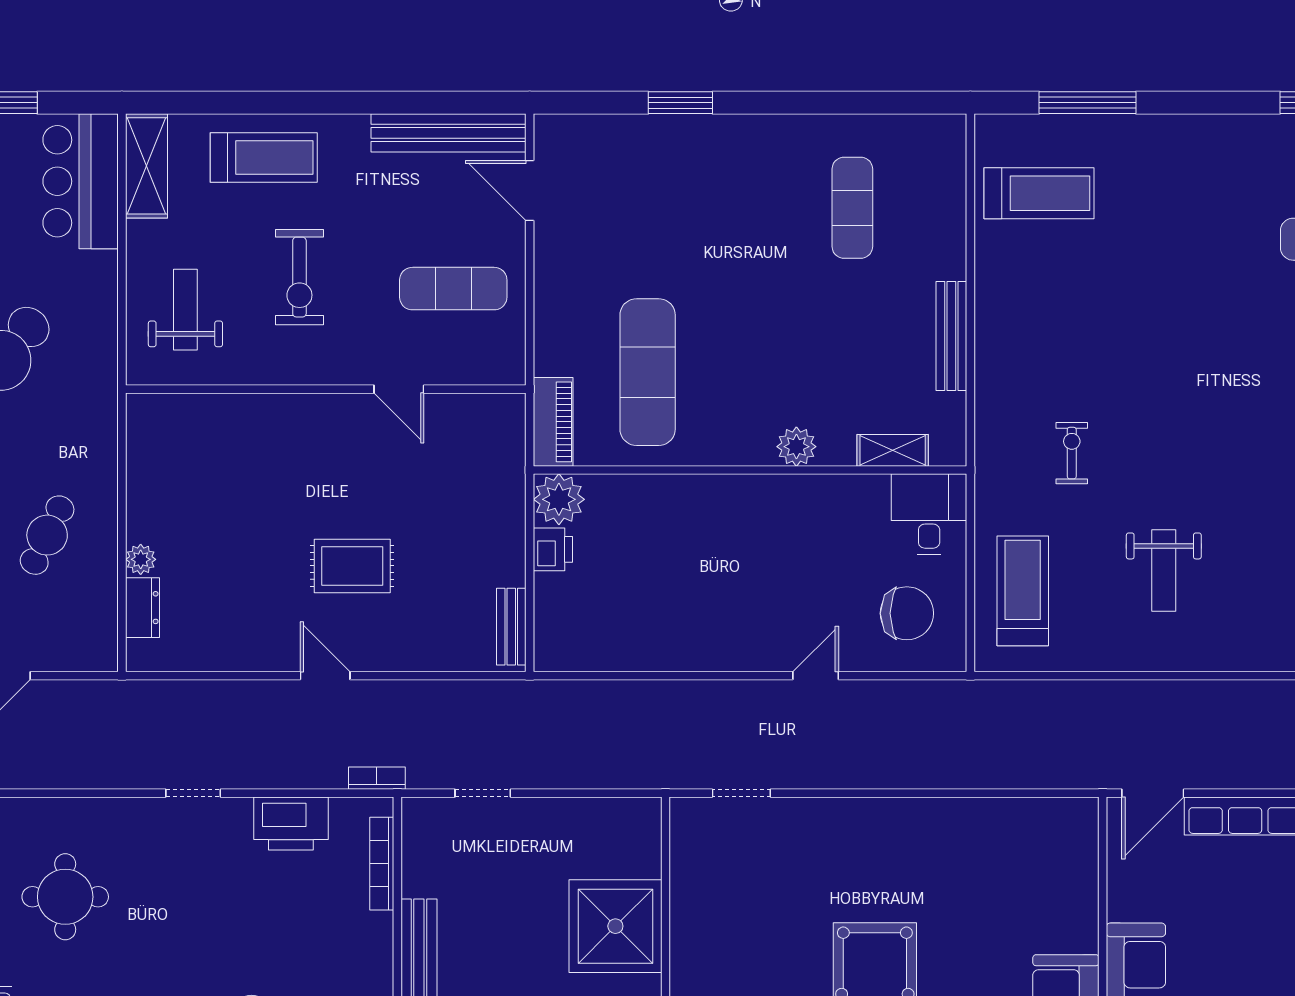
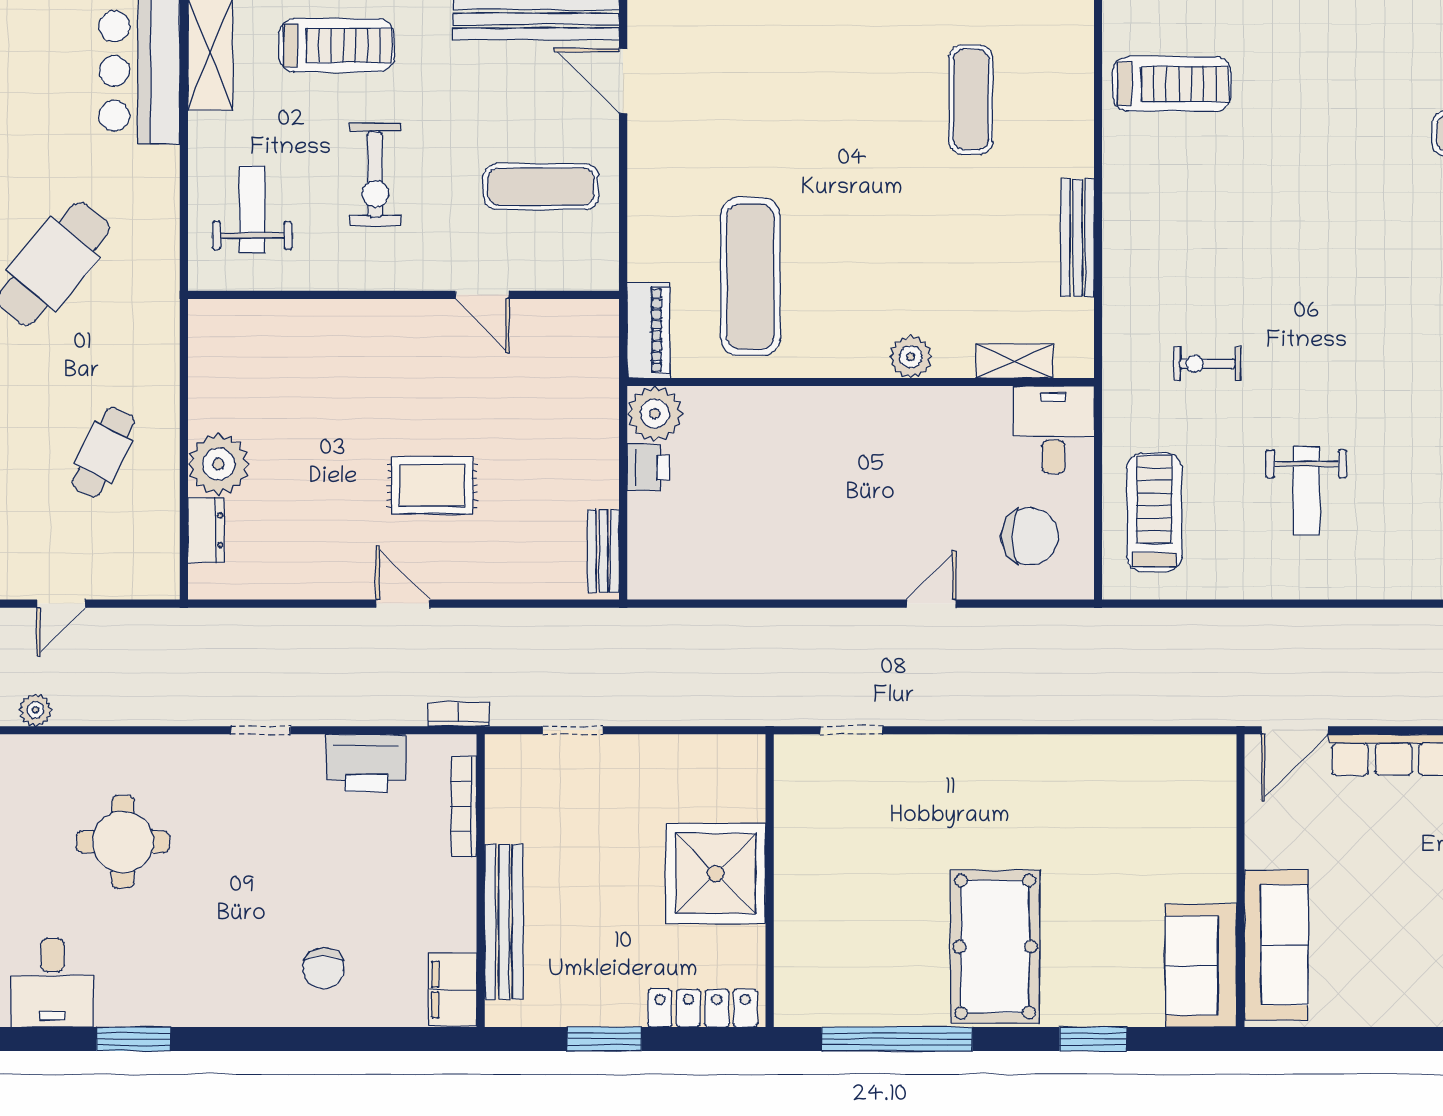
exercise bike: (1072, 453) -> (1207, 364), turned -90
plant: (141, 559) -> (219, 464), width x1.88, depth x1.88

